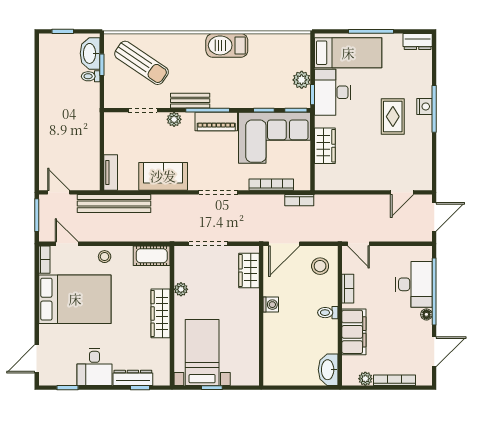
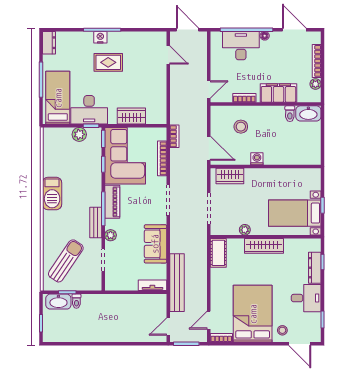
stool: (105, 257) -> (282, 330), moved
stool: (320, 266) -> (241, 127), moved
toilet: (328, 313) -> (290, 114), moved

